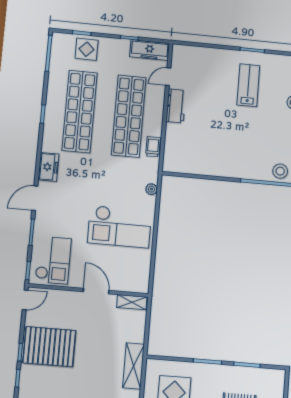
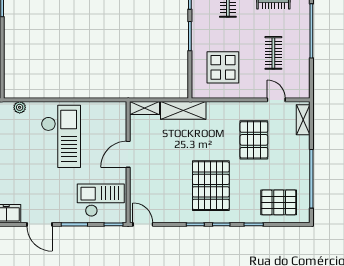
shelving: (132, 302) -> (145, 108), moved, turned 90
pallet: (49, 347) -> (211, 186), moved
shelving: (133, 366) -> (183, 110), moved

